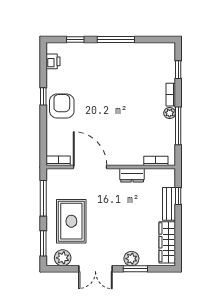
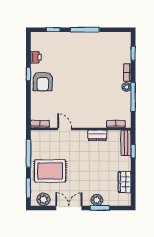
printer: (53, 61) -> (36, 57), moved
armchair: (62, 106) -> (43, 81), turned 180
door: (90, 167) -> (65, 129), width x0.53
bench: (169, 204) -> (126, 143), moved
rug: (71, 221) -> (50, 171), turned 90
wardrobe: (167, 242) -> (125, 182), width x0.67
double door: (95, 269) -> (69, 208), swing flipped

